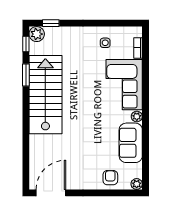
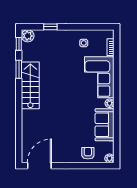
window: (51, 23) -> (50, 27), moved
stairs: (45, 95) -> (30, 85), width x0.73, depth x0.66

